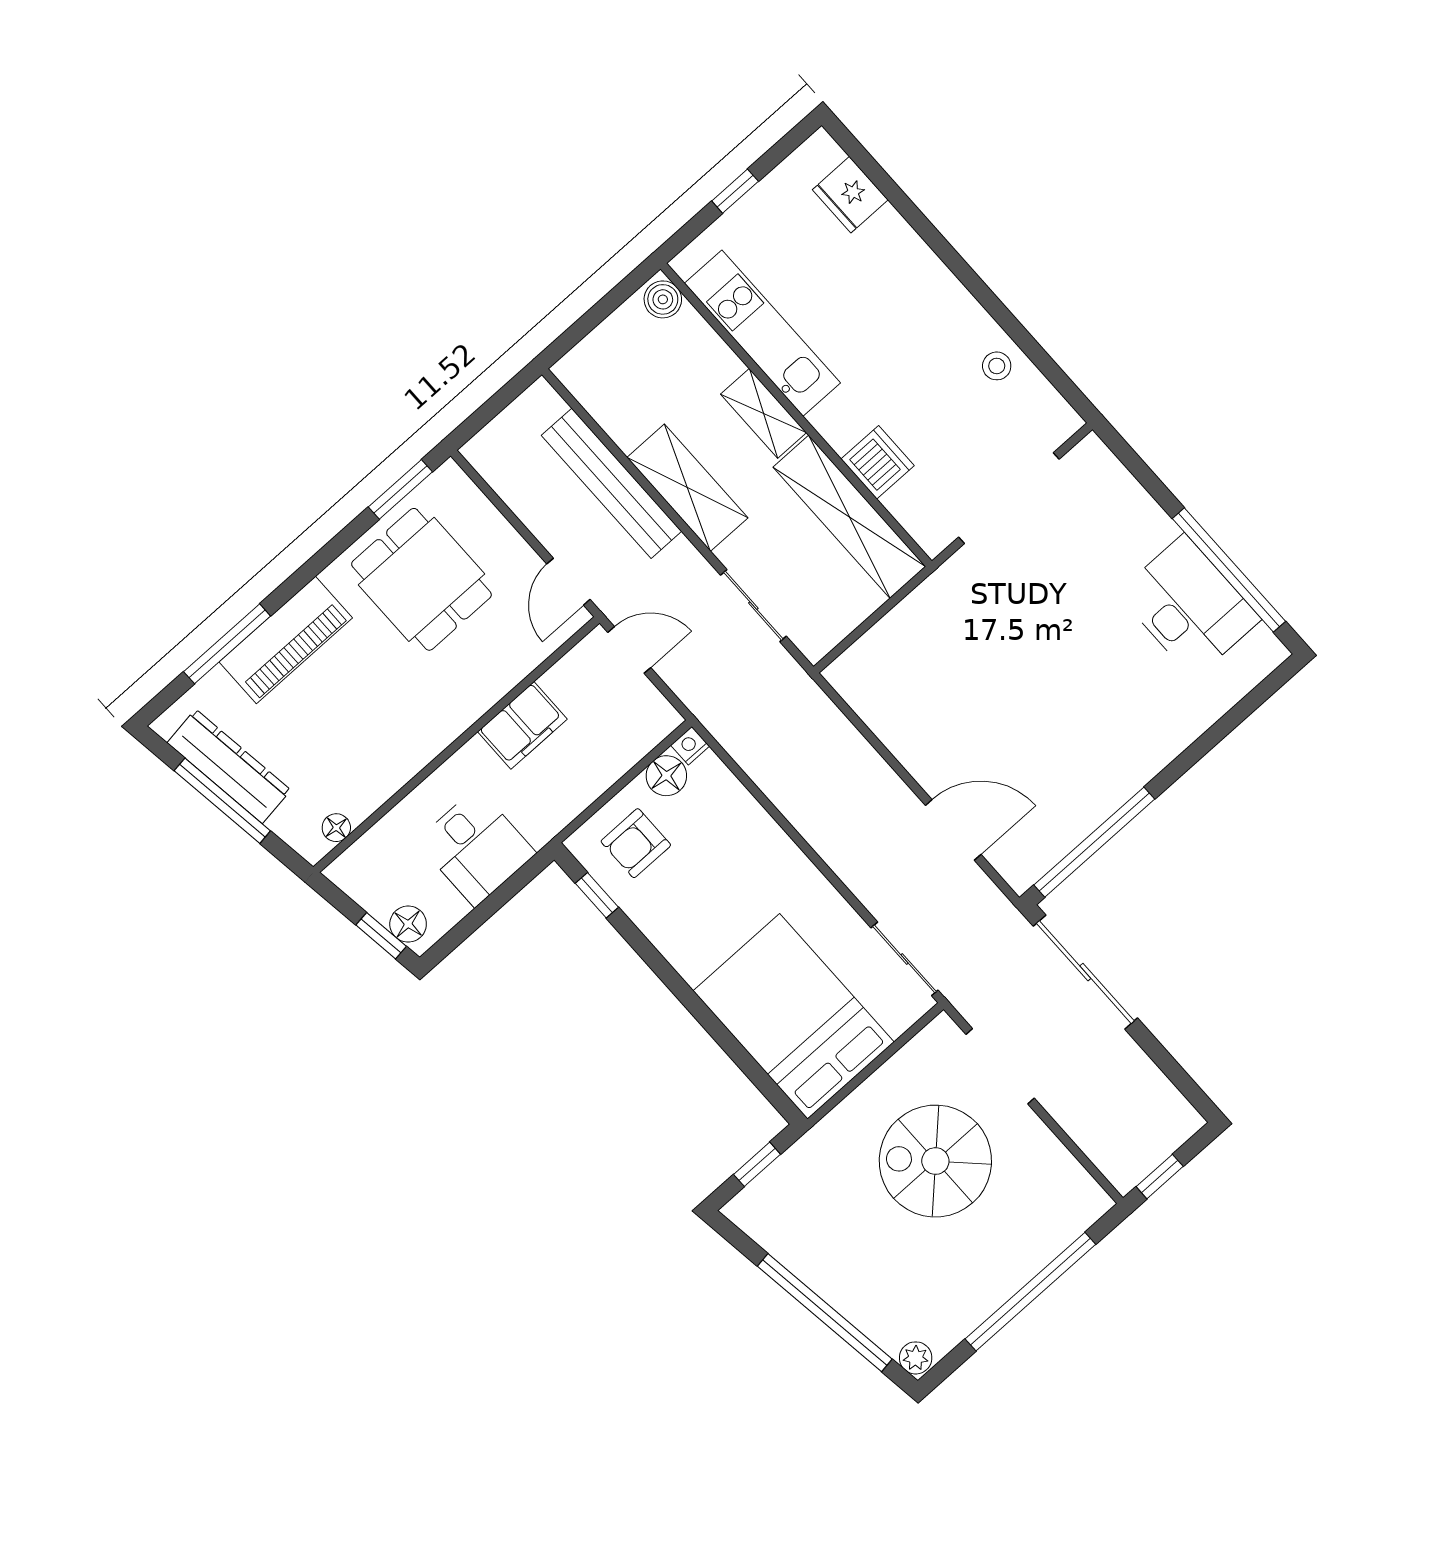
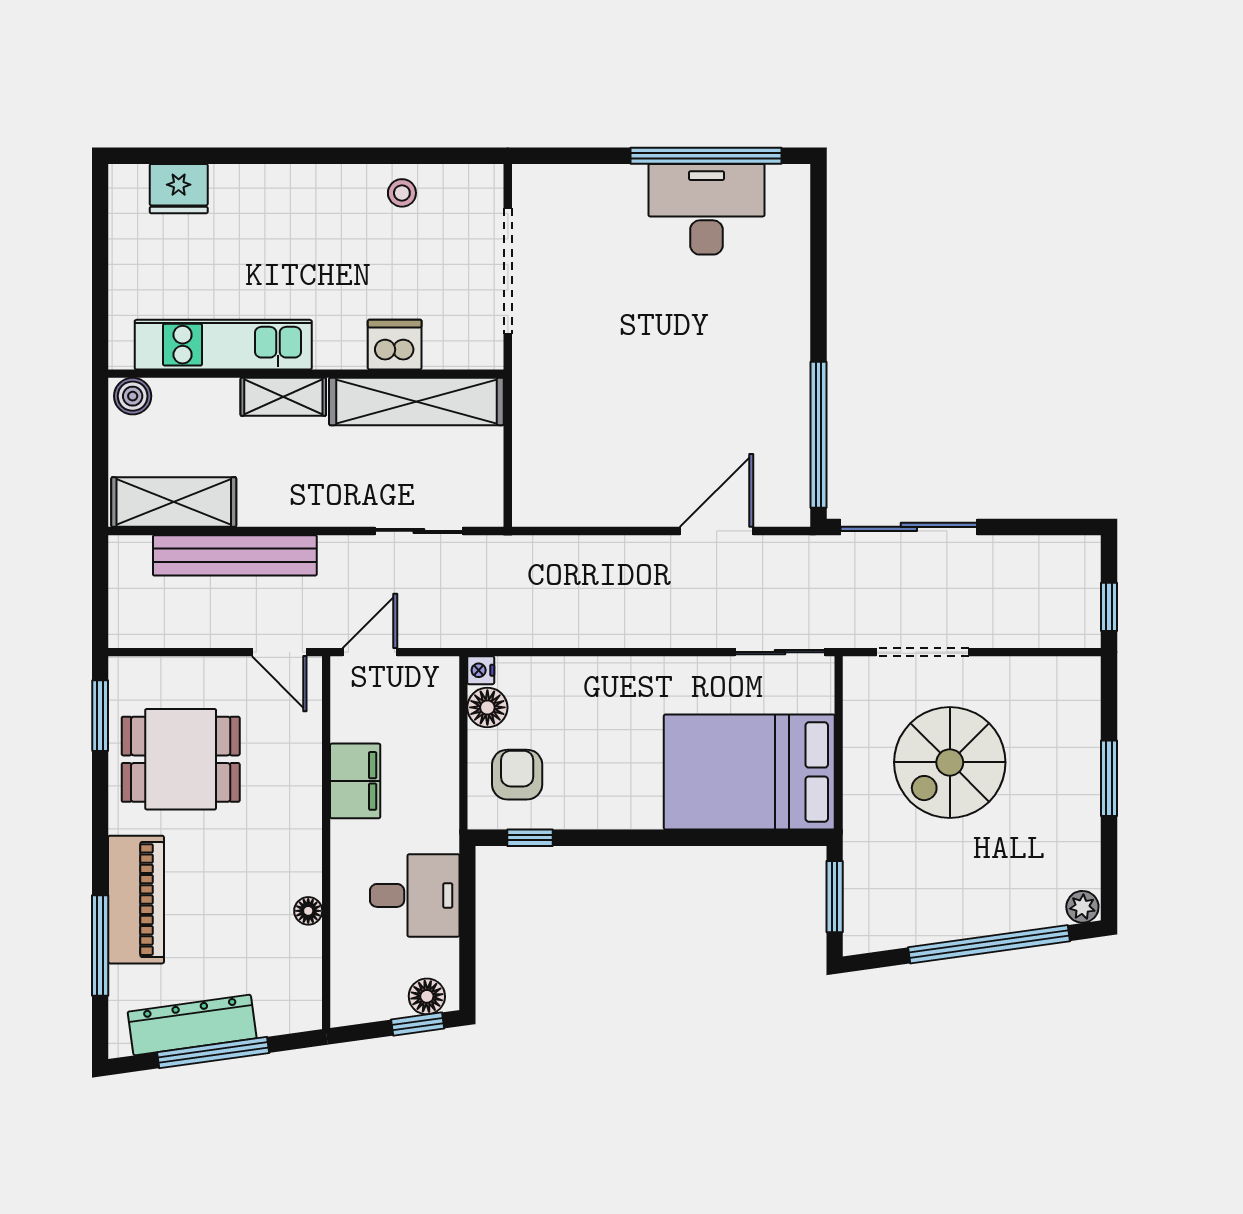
window: (735, 191) -> (100, 271), removed
shelving: (687, 488) -> (174, 502), moved
floor lamp: (336, 828) -> (308, 911), moved
armchair: (636, 843) -> (517, 775), turned 180
window: (757, 1164) -> (835, 897), width x1.50
window: (1030, 1292) -> (1109, 778), width x0.47

